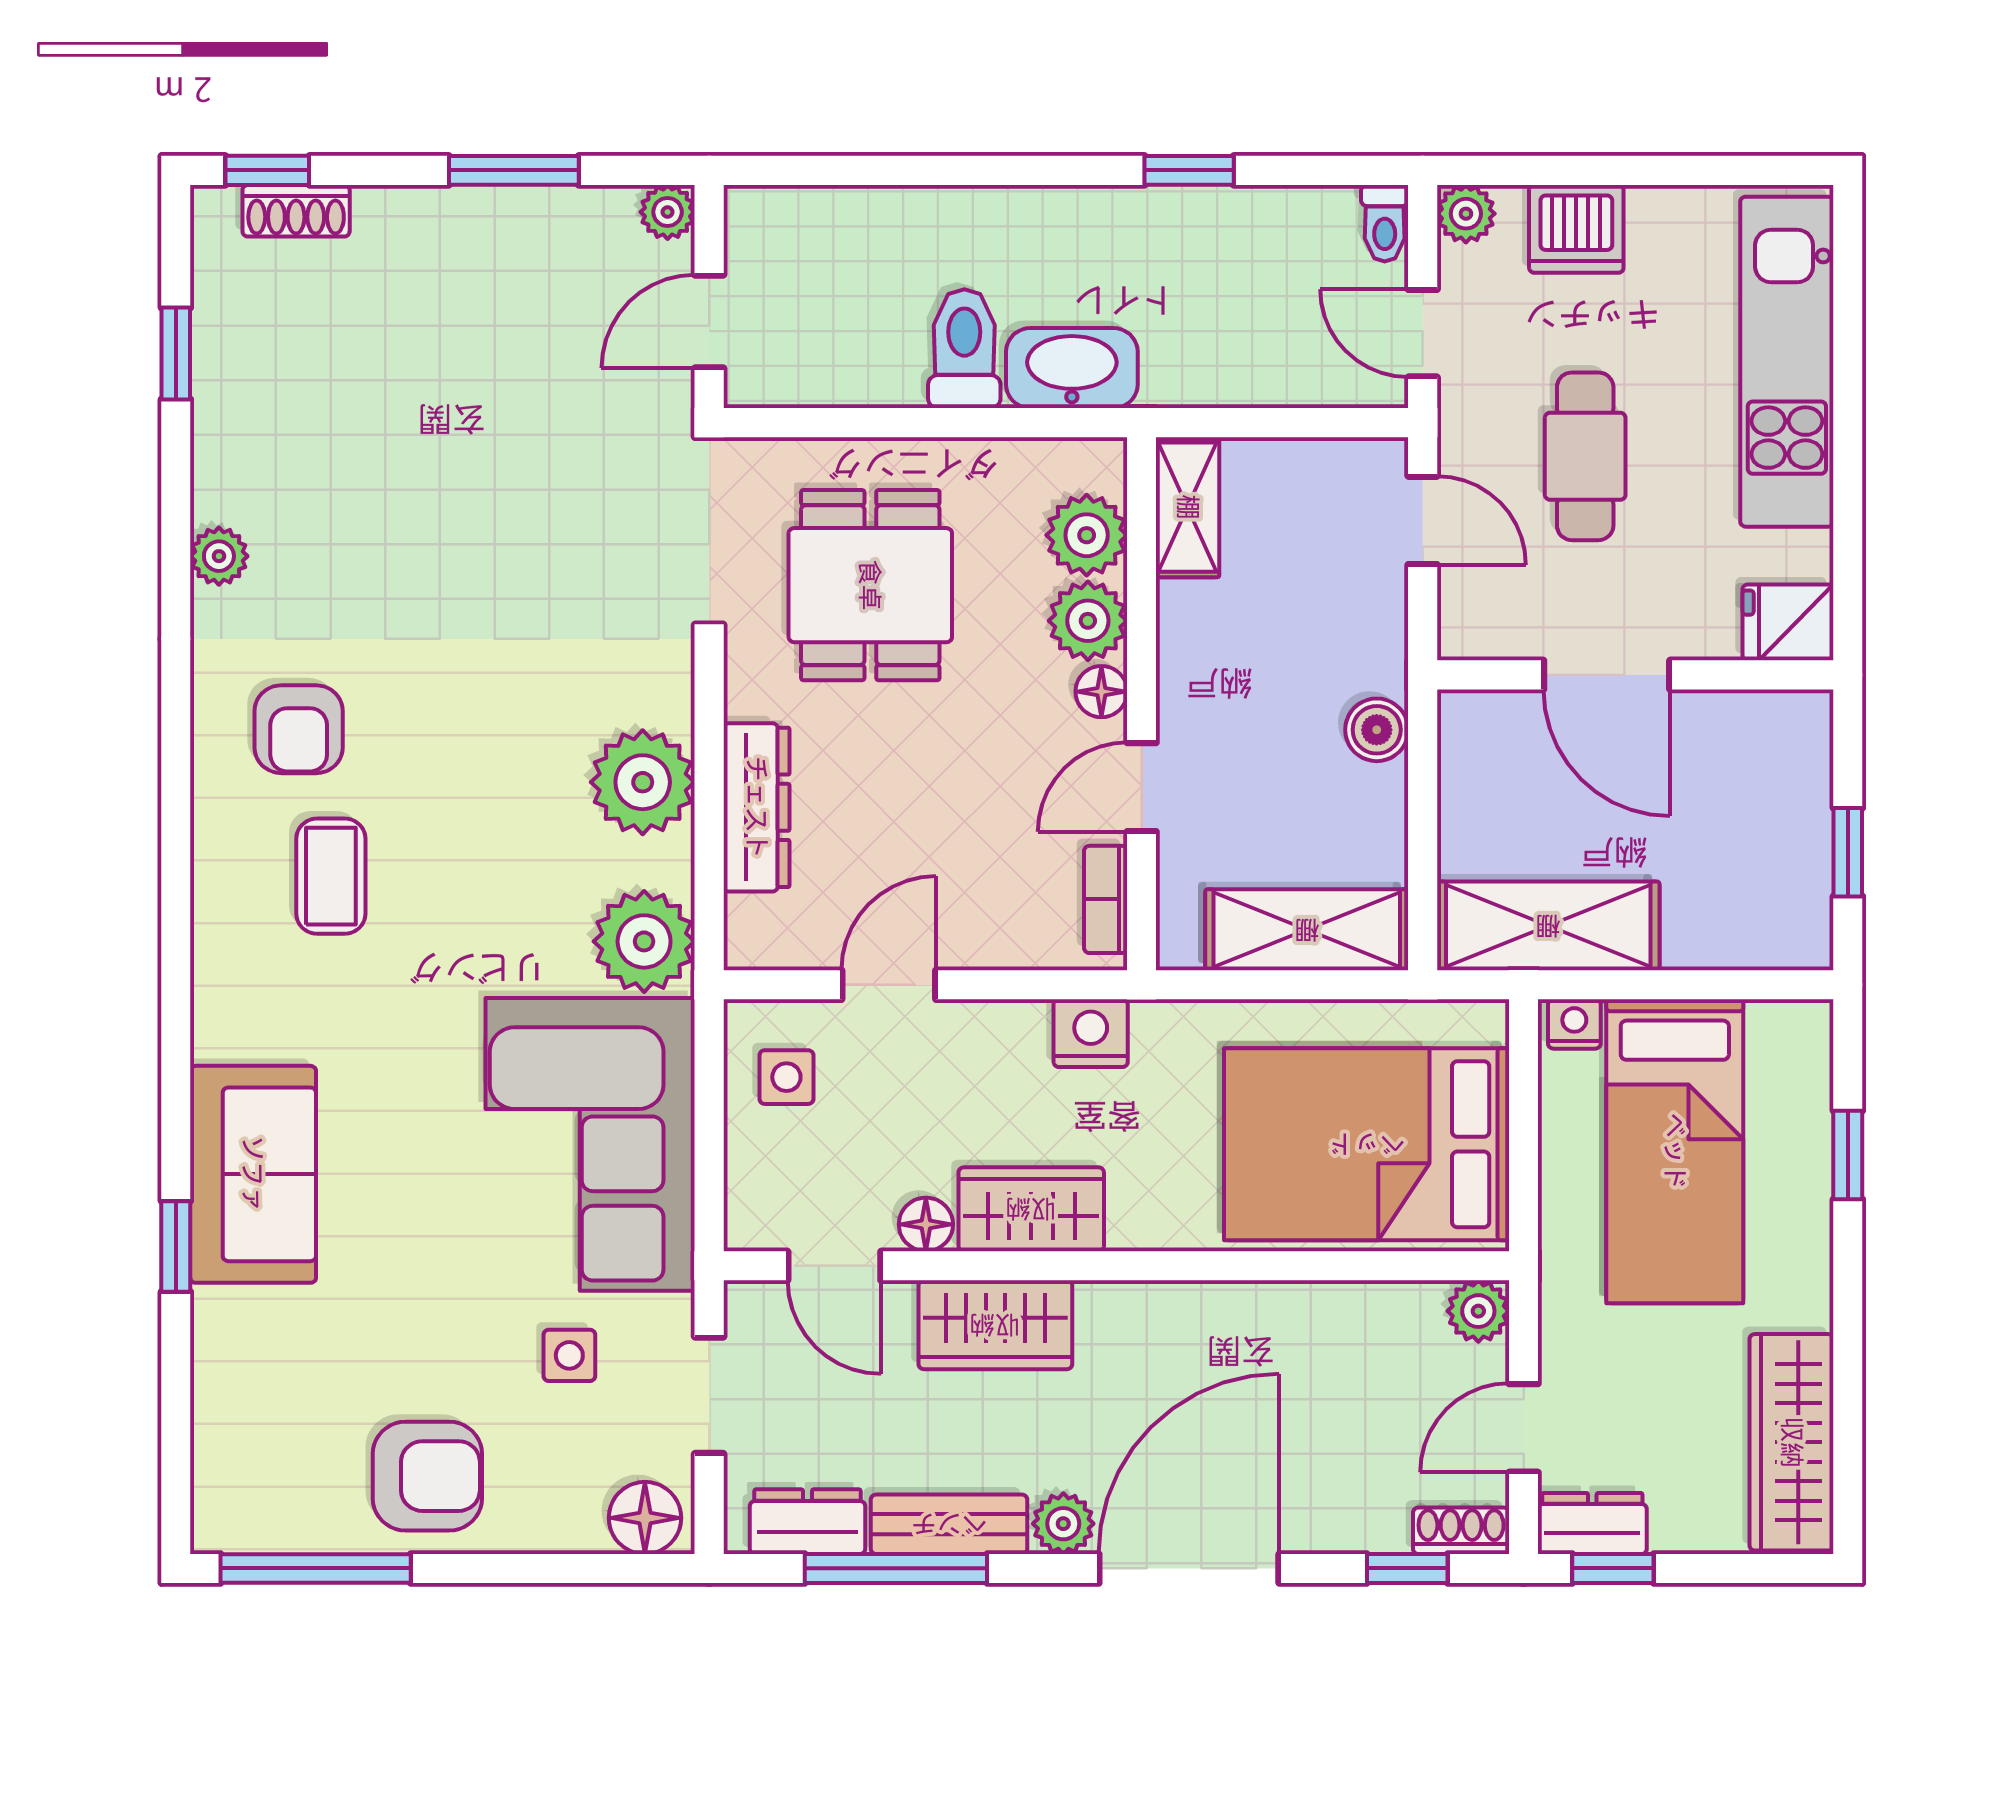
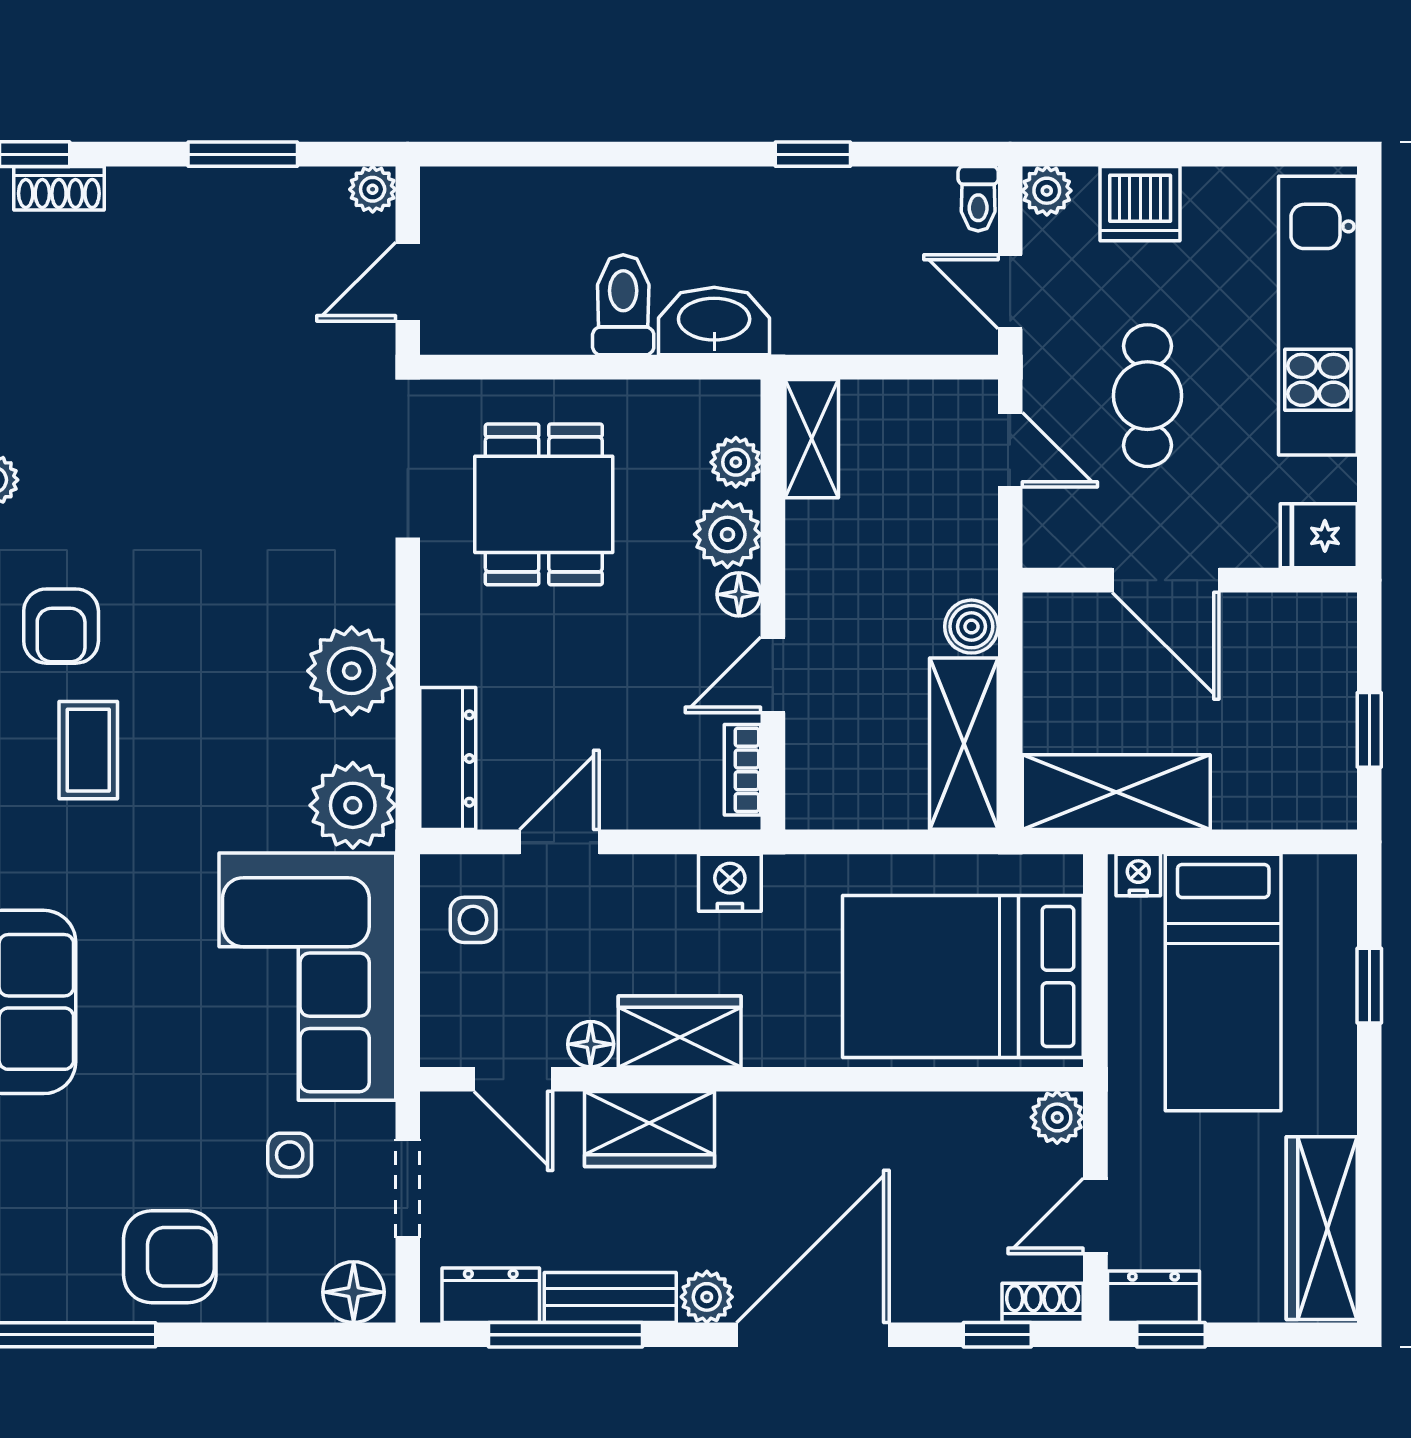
plant: (1087, 535) -> (736, 462), width x0.73, depth x0.73
dresser: (757, 807) -> (448, 759), moved
shelving: (1307, 930) -> (964, 744), moved, turned 90

